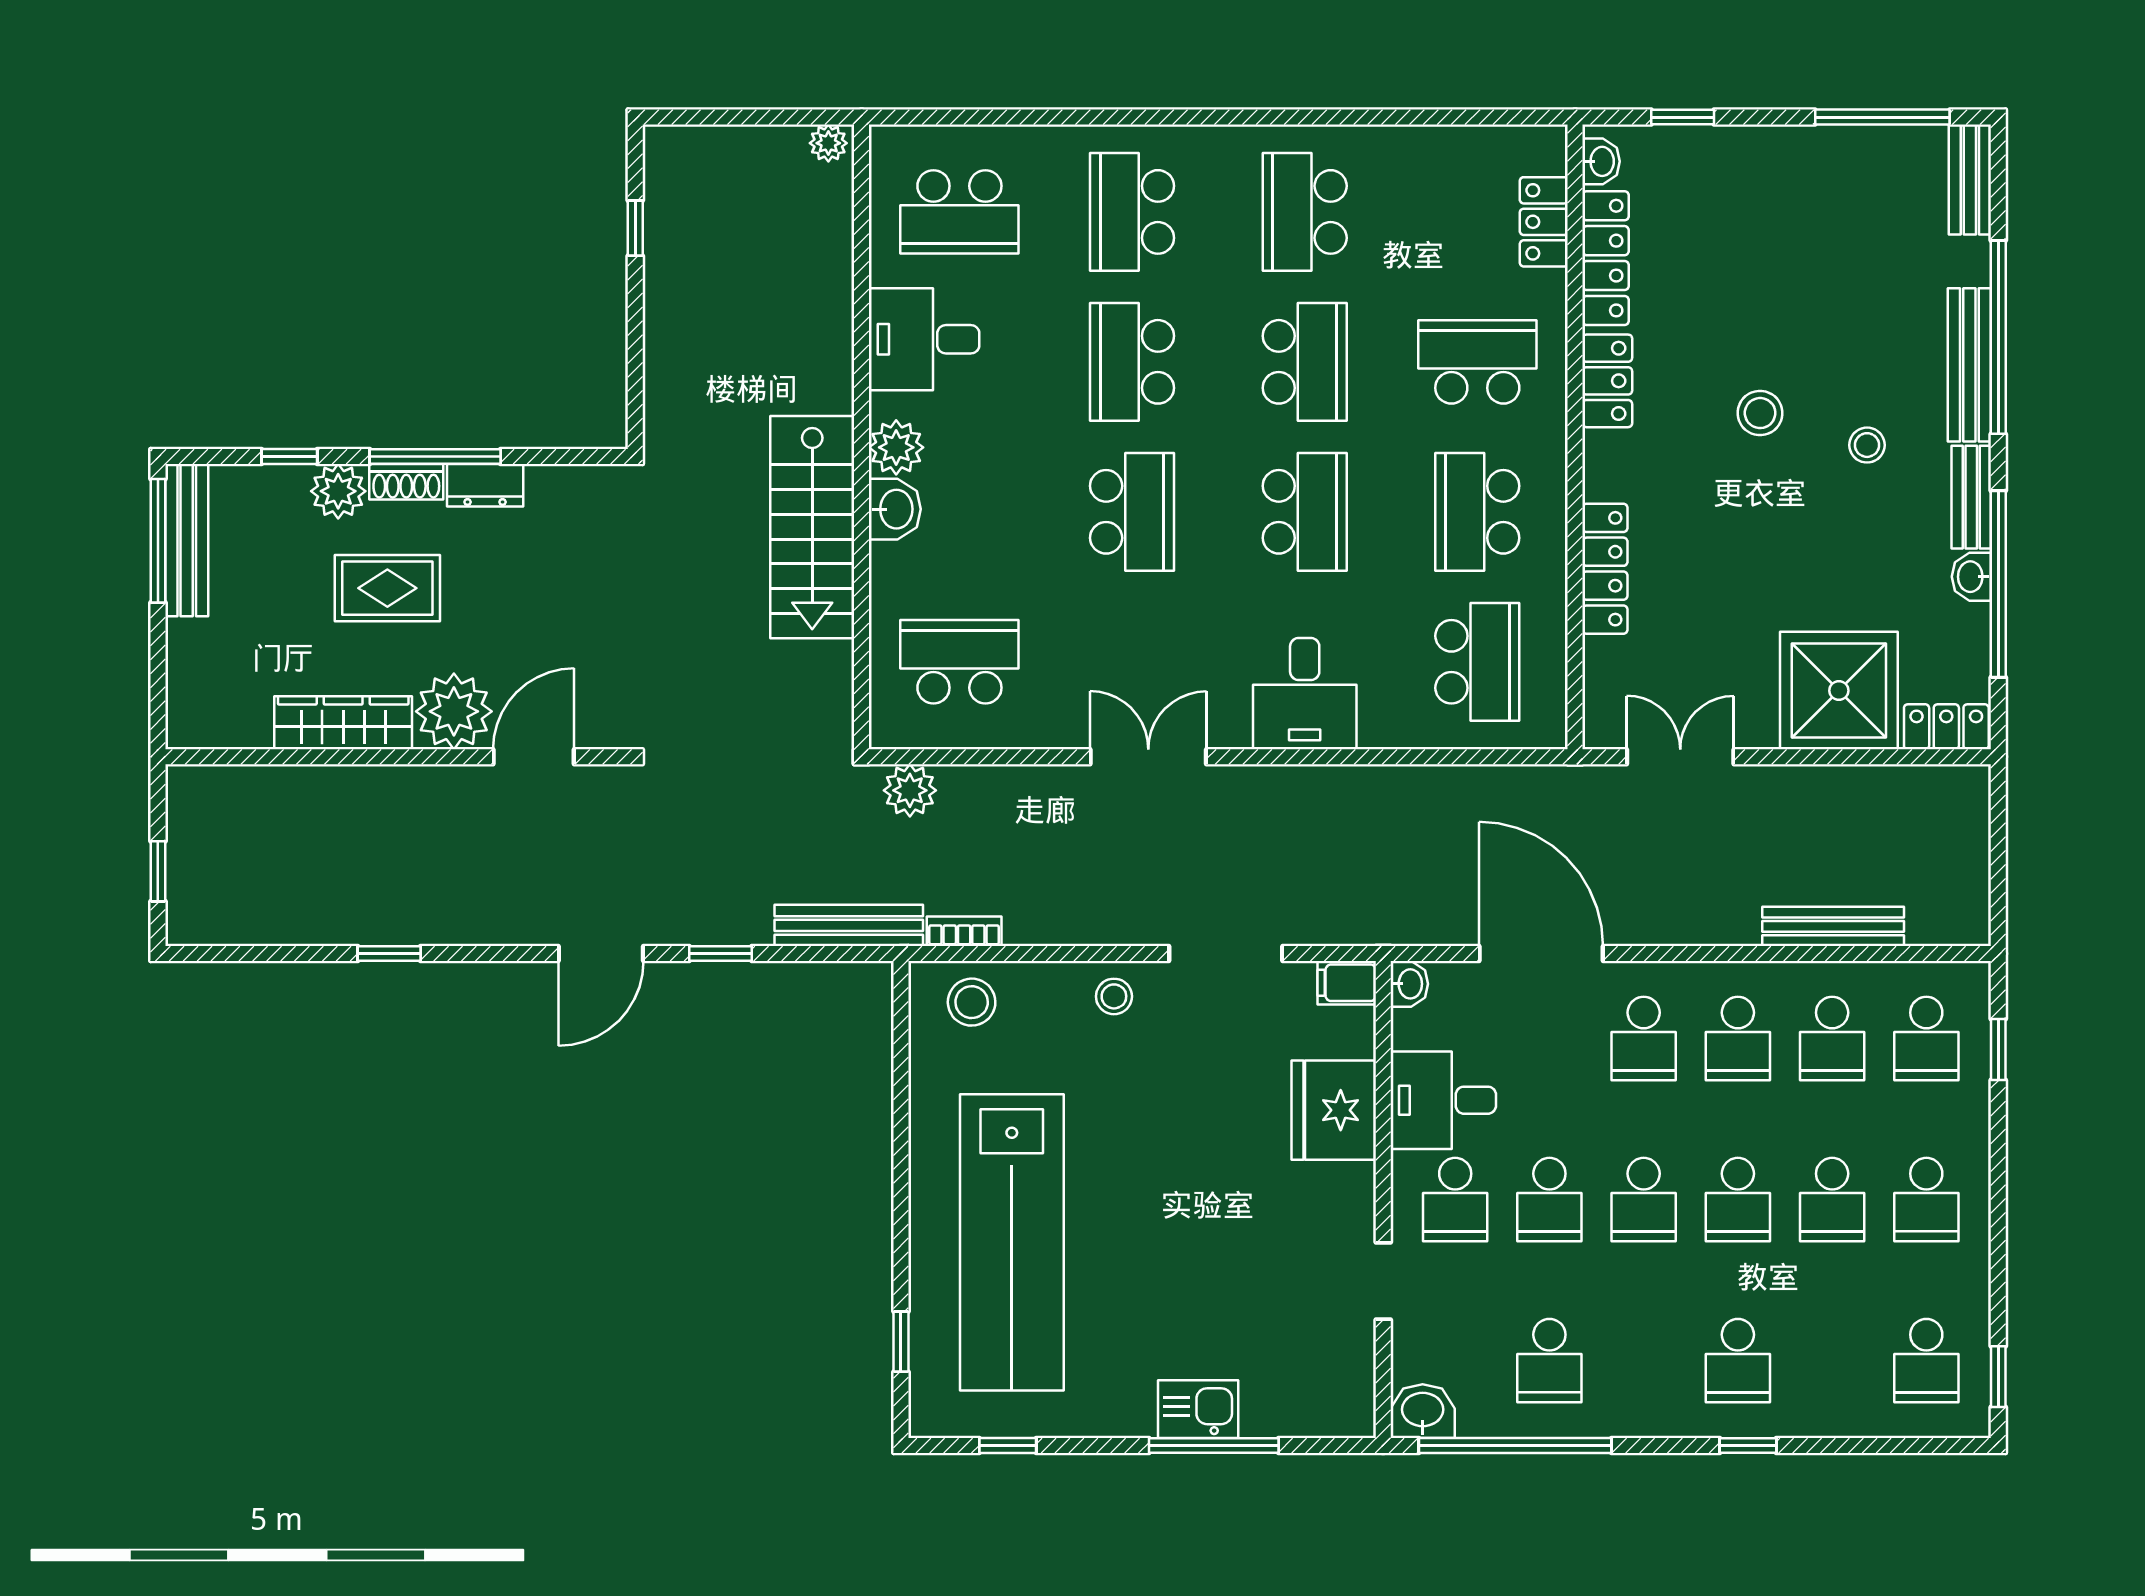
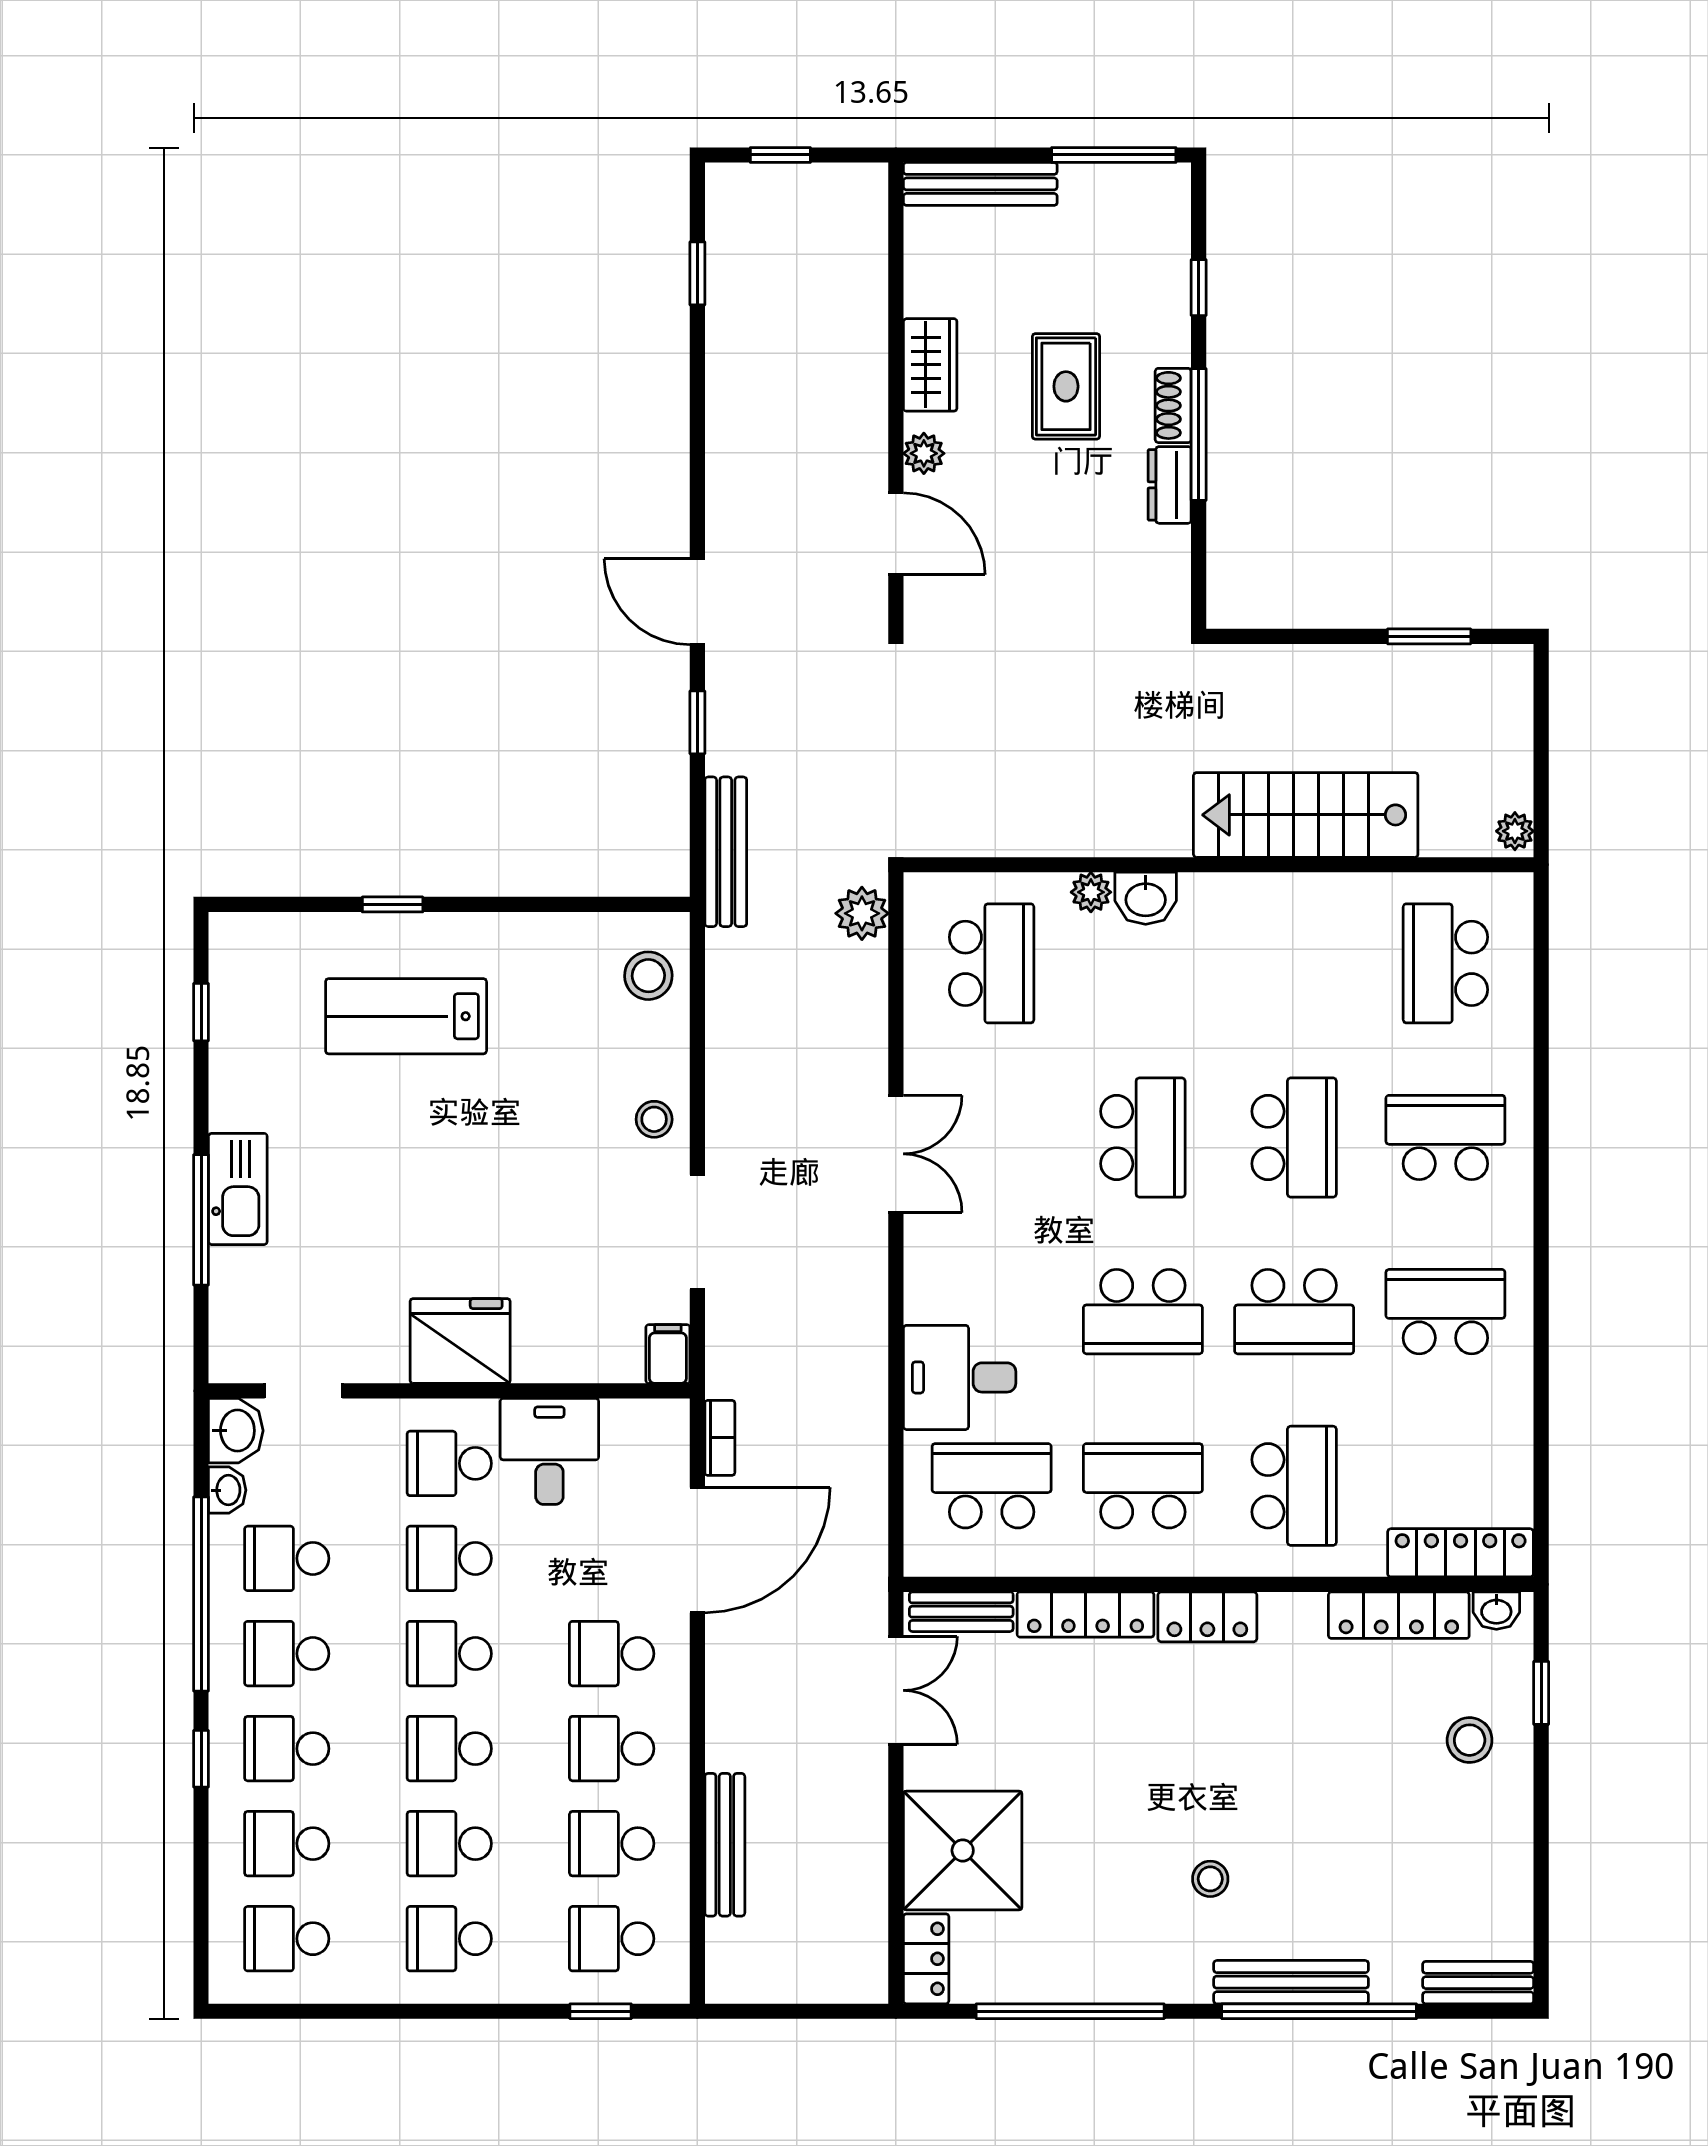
window: (1882, 117) -> (1541, 1894), removed
locker: (1544, 222) -> (1461, 1553), width x1.53
window: (635, 228) -> (1429, 636), width x1.50
desk: (924, 339) -> (1317, 928), removed
school desk: (1132, 362) -> (1294, 1138), turned 90
locker: (1607, 381) -> (1207, 1617), moved
stool: (1760, 413) -> (1470, 1740), moved
plant: (896, 447) -> (1091, 892), moved, width x0.73, depth x0.73
plant: (338, 491) -> (1164, 337), removed
bench: (1971, 497) -> (961, 1612), moved
school desk: (1132, 512) -> (1143, 1138), turned -90
stairs: (812, 527) -> (1306, 815), moved
bench: (187, 540) -> (980, 184), moved
washbasin: (1971, 577) -> (1077, 1984), removed
school desk: (1477, 662) -> (992, 1486), turned 180
desk: (1305, 694) -> (960, 1377), moved
plant: (454, 711) -> (924, 453), width x0.53, depth x0.53
wardrobe: (343, 723) -> (930, 365), width x0.67
bookcase: (964, 931) -> (720, 1438), moved
window: (389, 954) -> (697, 273), moved
washbasin: (1409, 984) -> (227, 1490), moved, turned -90
fridge: (1334, 1110) -> (460, 1341), moved
lab bench: (1012, 1242) -> (406, 1016), width x0.54, depth x0.72
doorway: (1383, 1281) -> (303, 1391), moved
window: (901, 1342) -> (393, 904), moved
school desk: (1644, 1361) -> (287, 1654), added
school desk: (1832, 1361) -> (287, 1844), added
window: (1998, 1377) -> (271, 2011), removed
kitchen sink: (1198, 1409) -> (238, 1189), width x1.38
window: (1515, 1446) -> (201, 1594), moved

